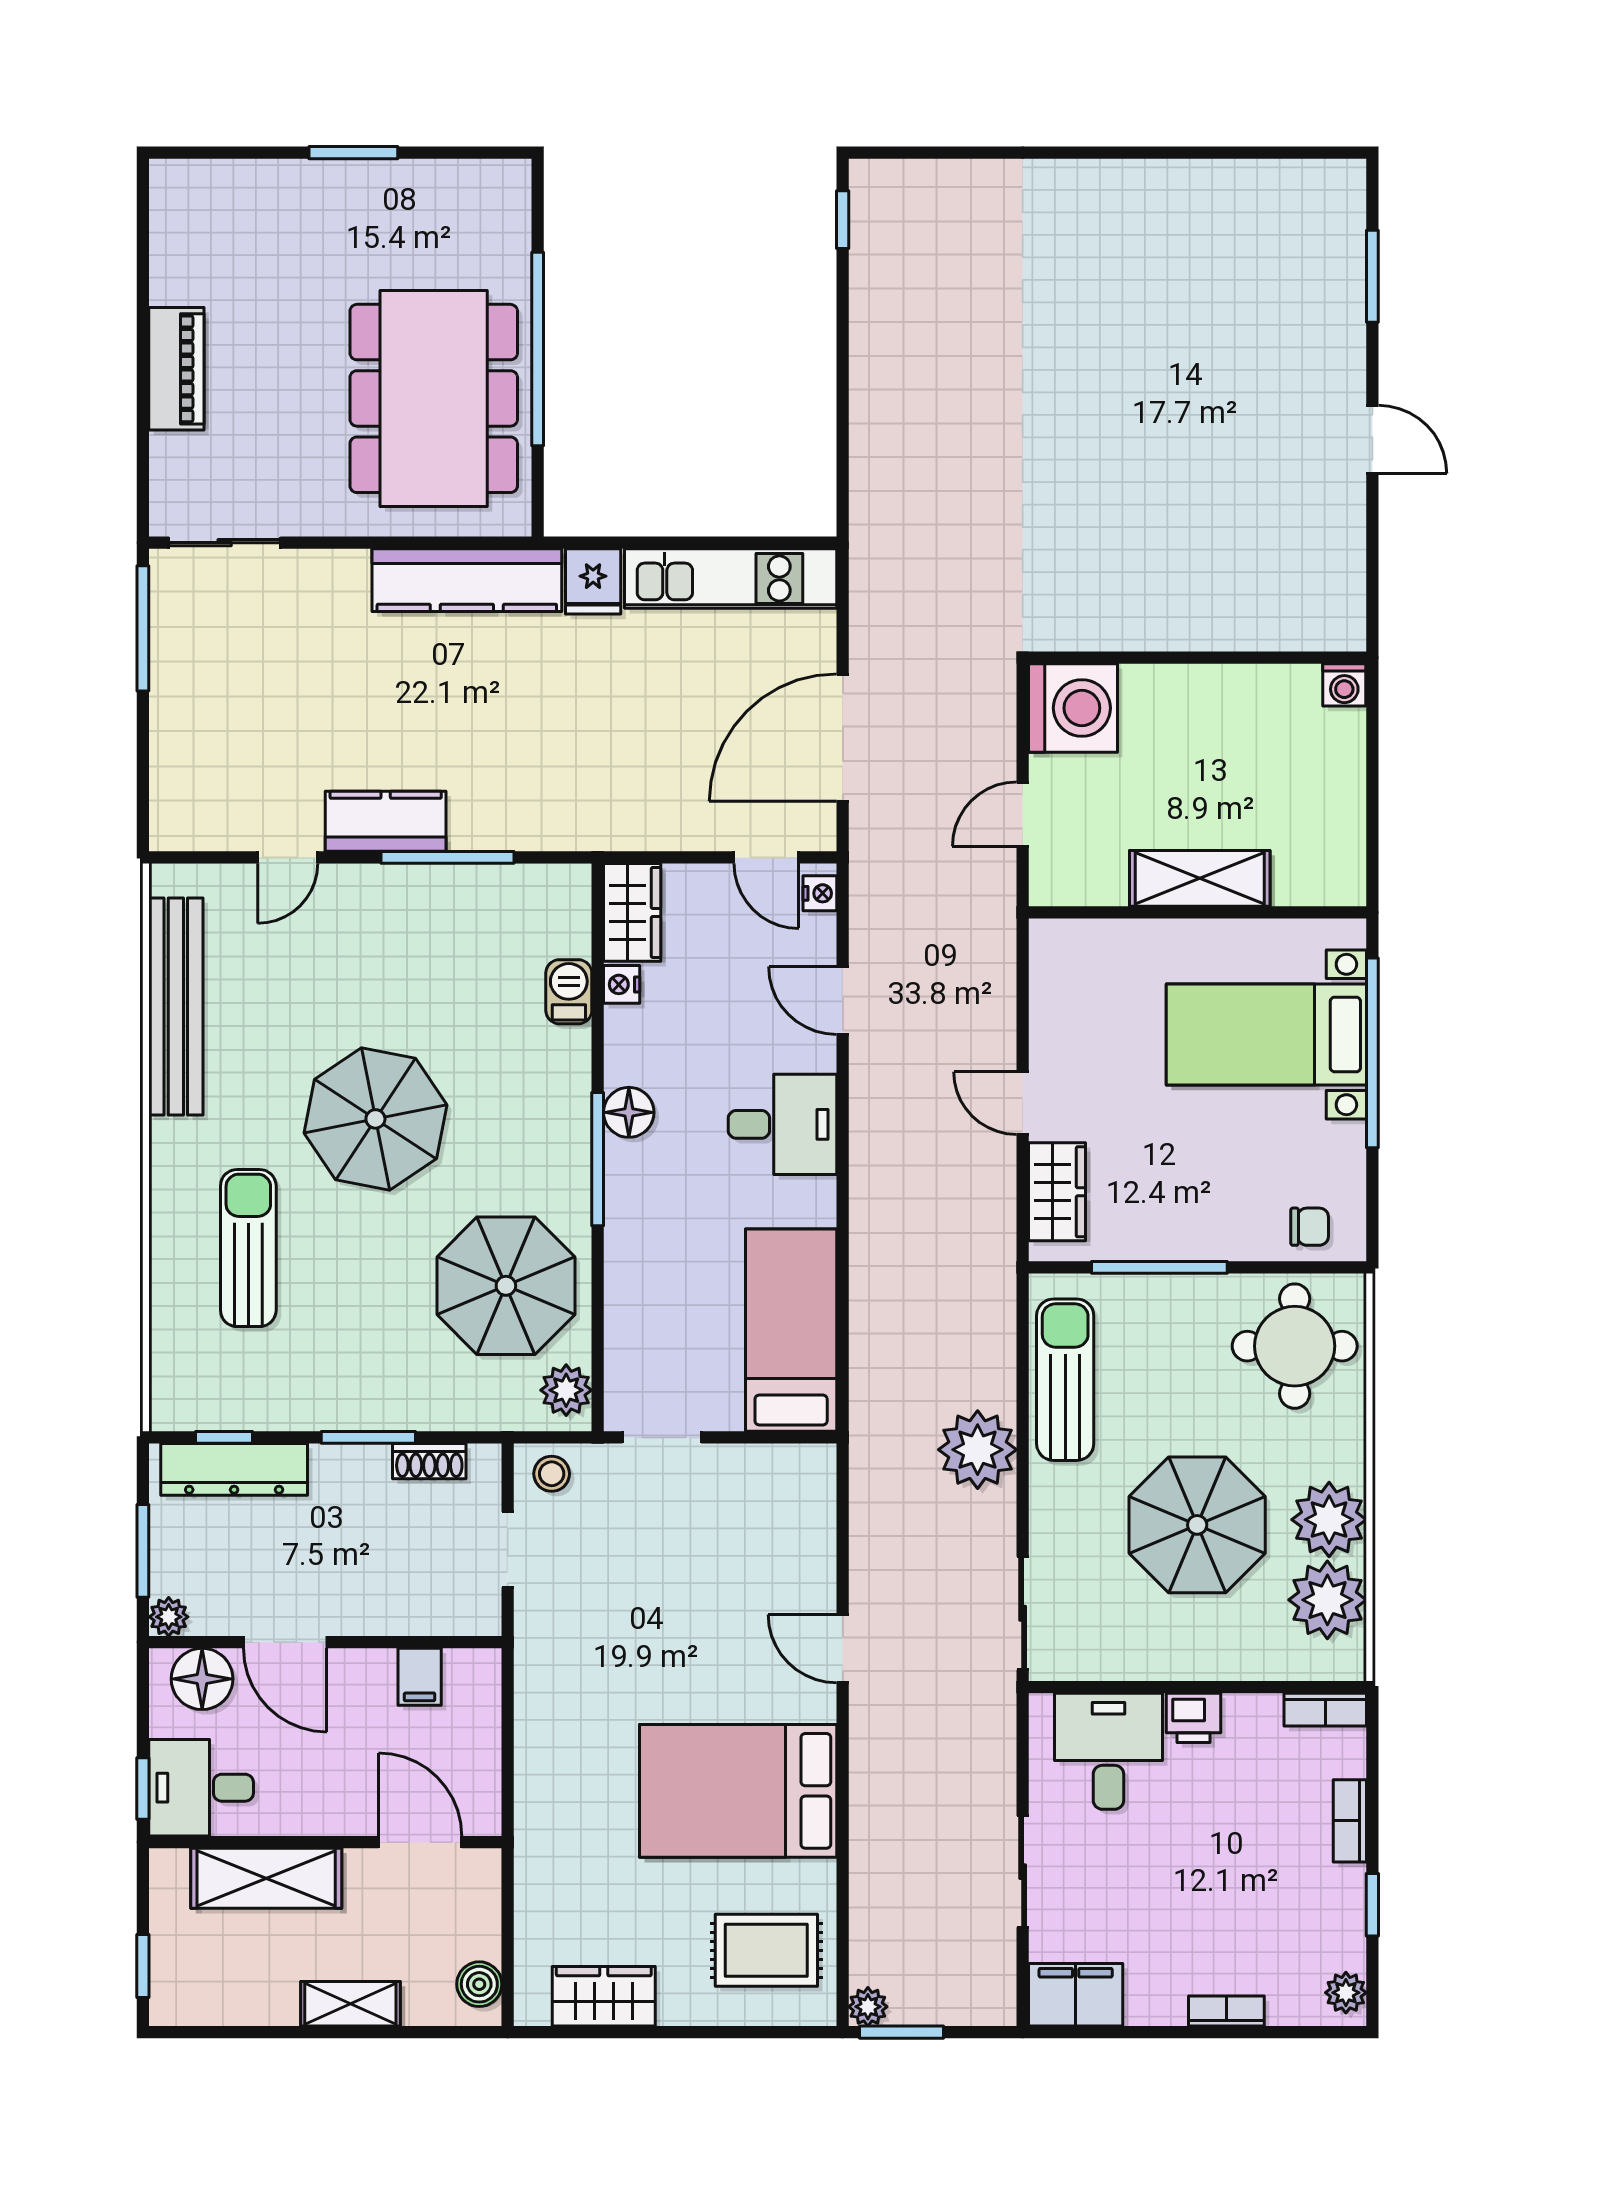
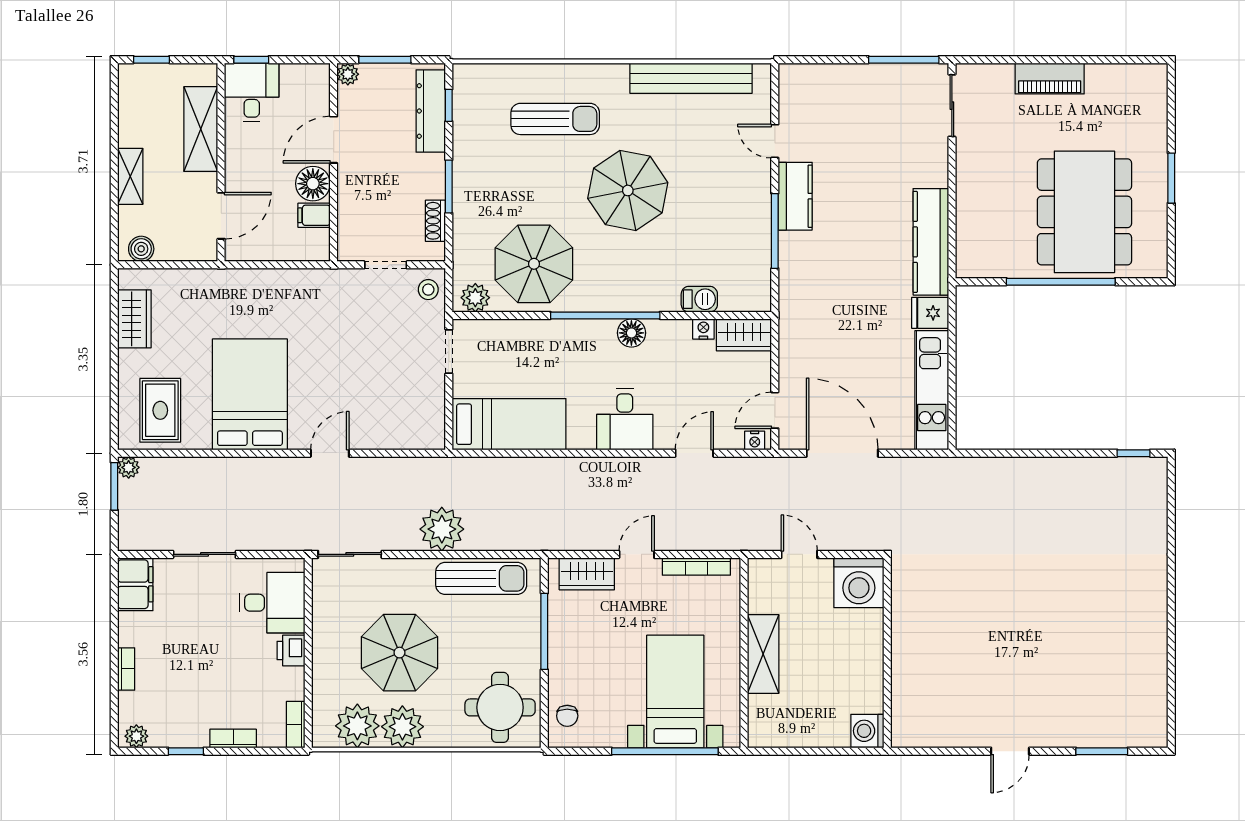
dining table: (434, 398) -> (1084, 212), moved, turned 90
washing machine: (1344, 685) -> (867, 731), width x1.38, depth x1.38
bookcase: (1044, 997) -> (696, 566), added
window: (598, 1159) -> (605, 315), width x1.46
floor lamp: (202, 1679) -> (313, 184), moved

